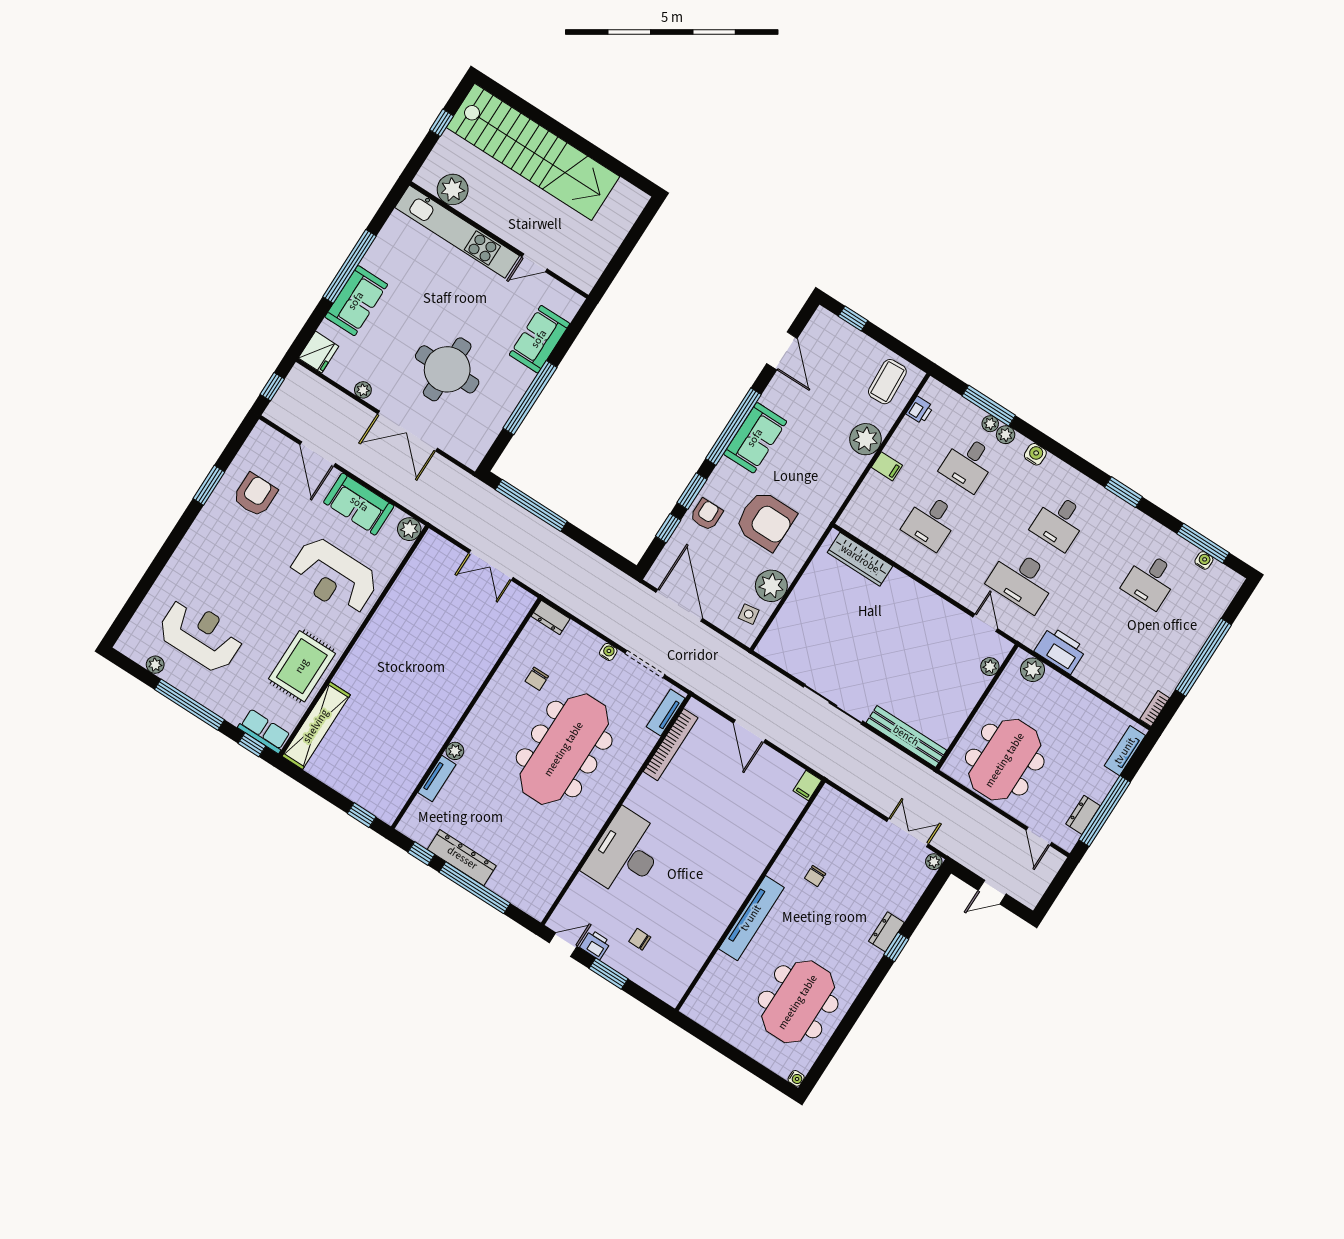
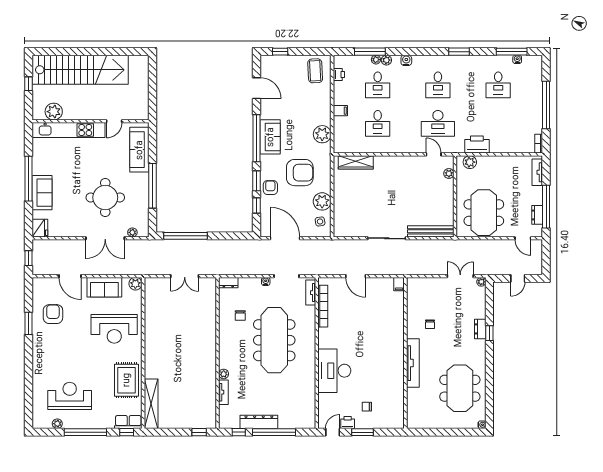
sofa: (539, 339) -> (139, 150), width x1.36
plant: (363, 390) -> (132, 232), moved
plant: (866, 439) -> (322, 134), moved

